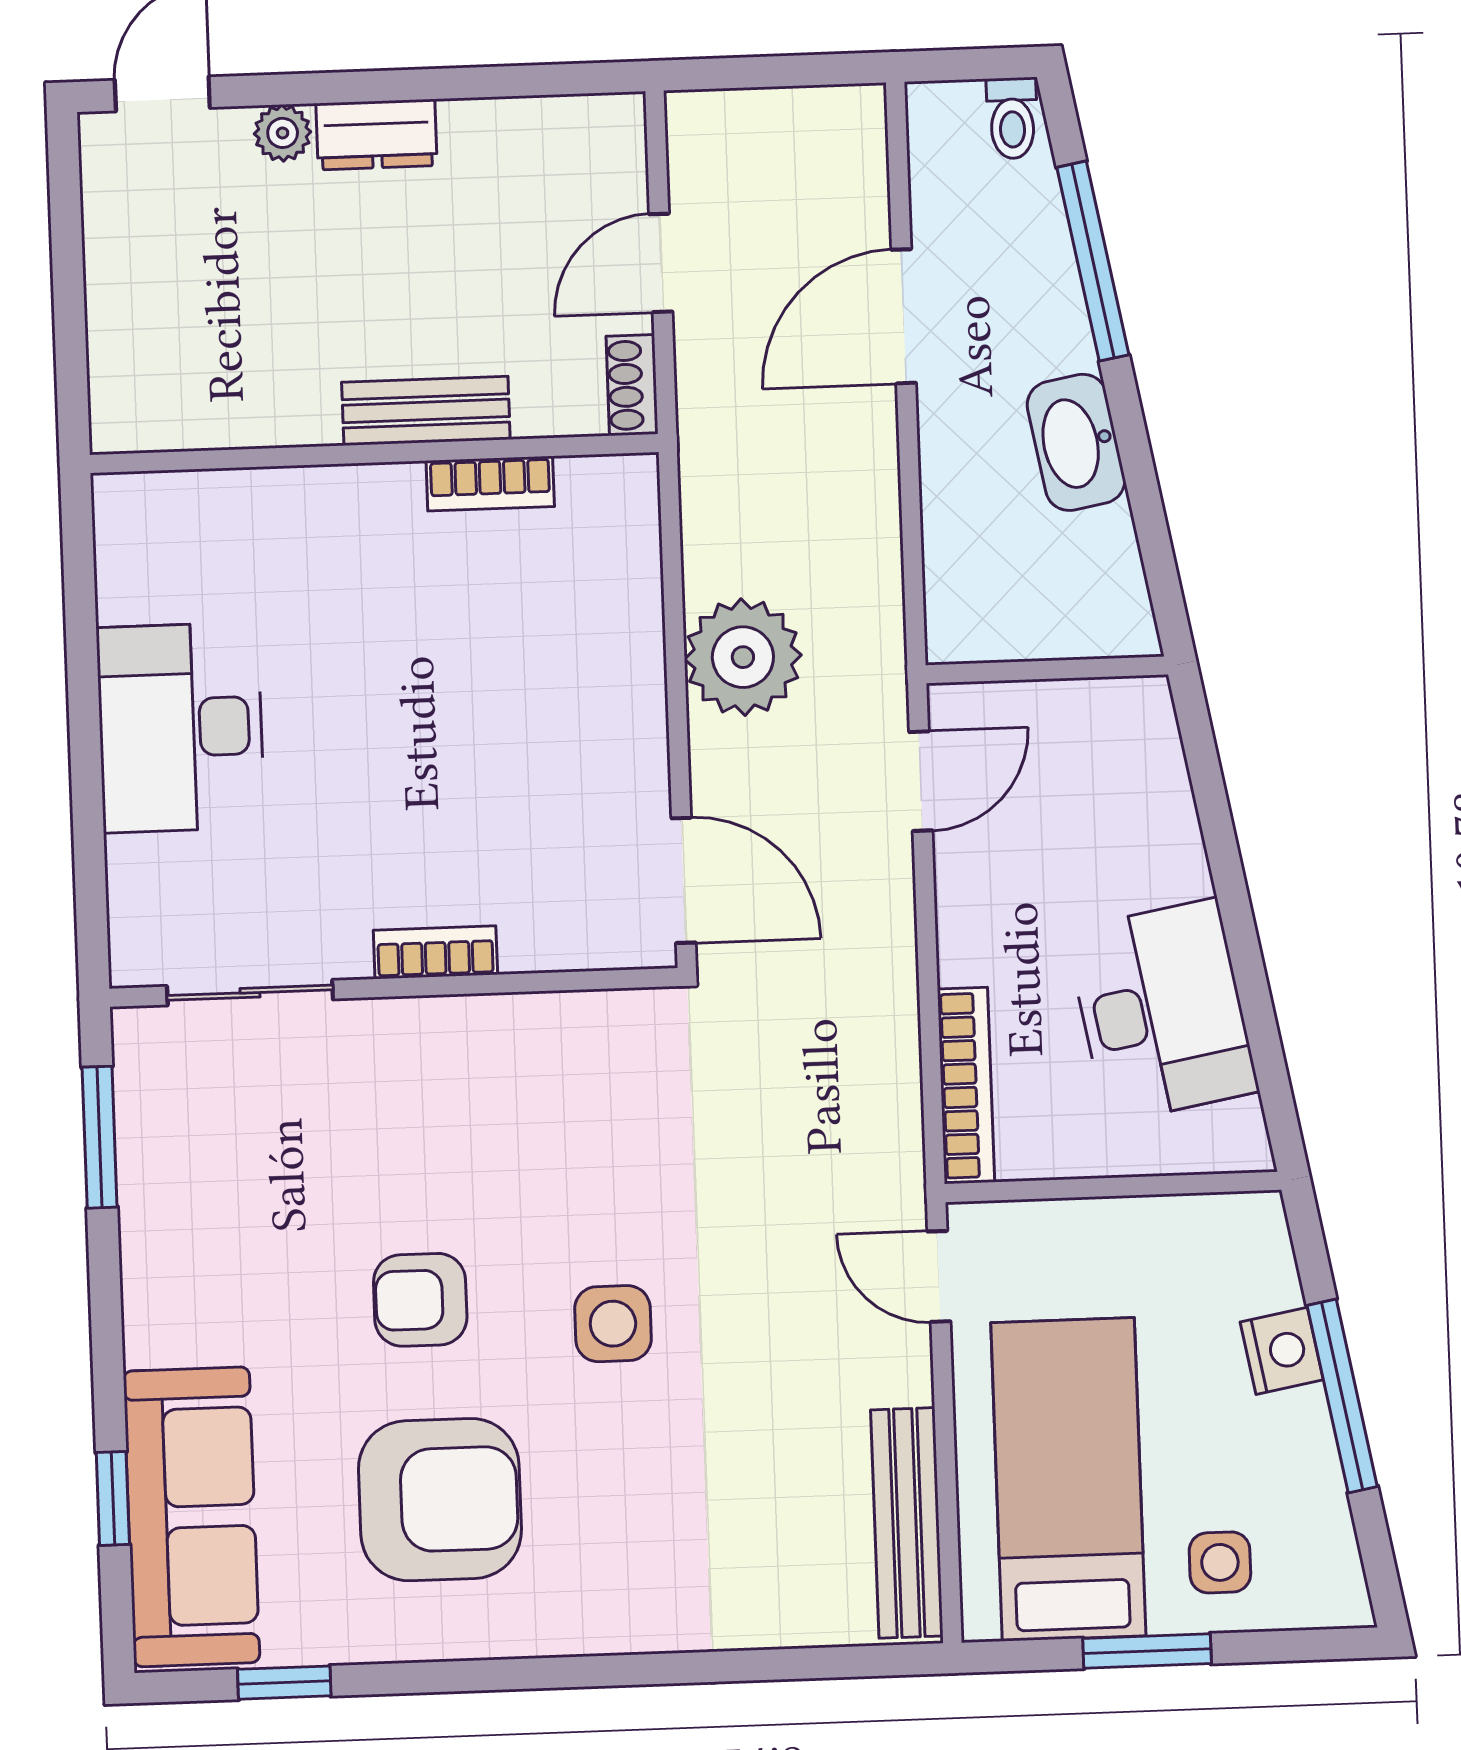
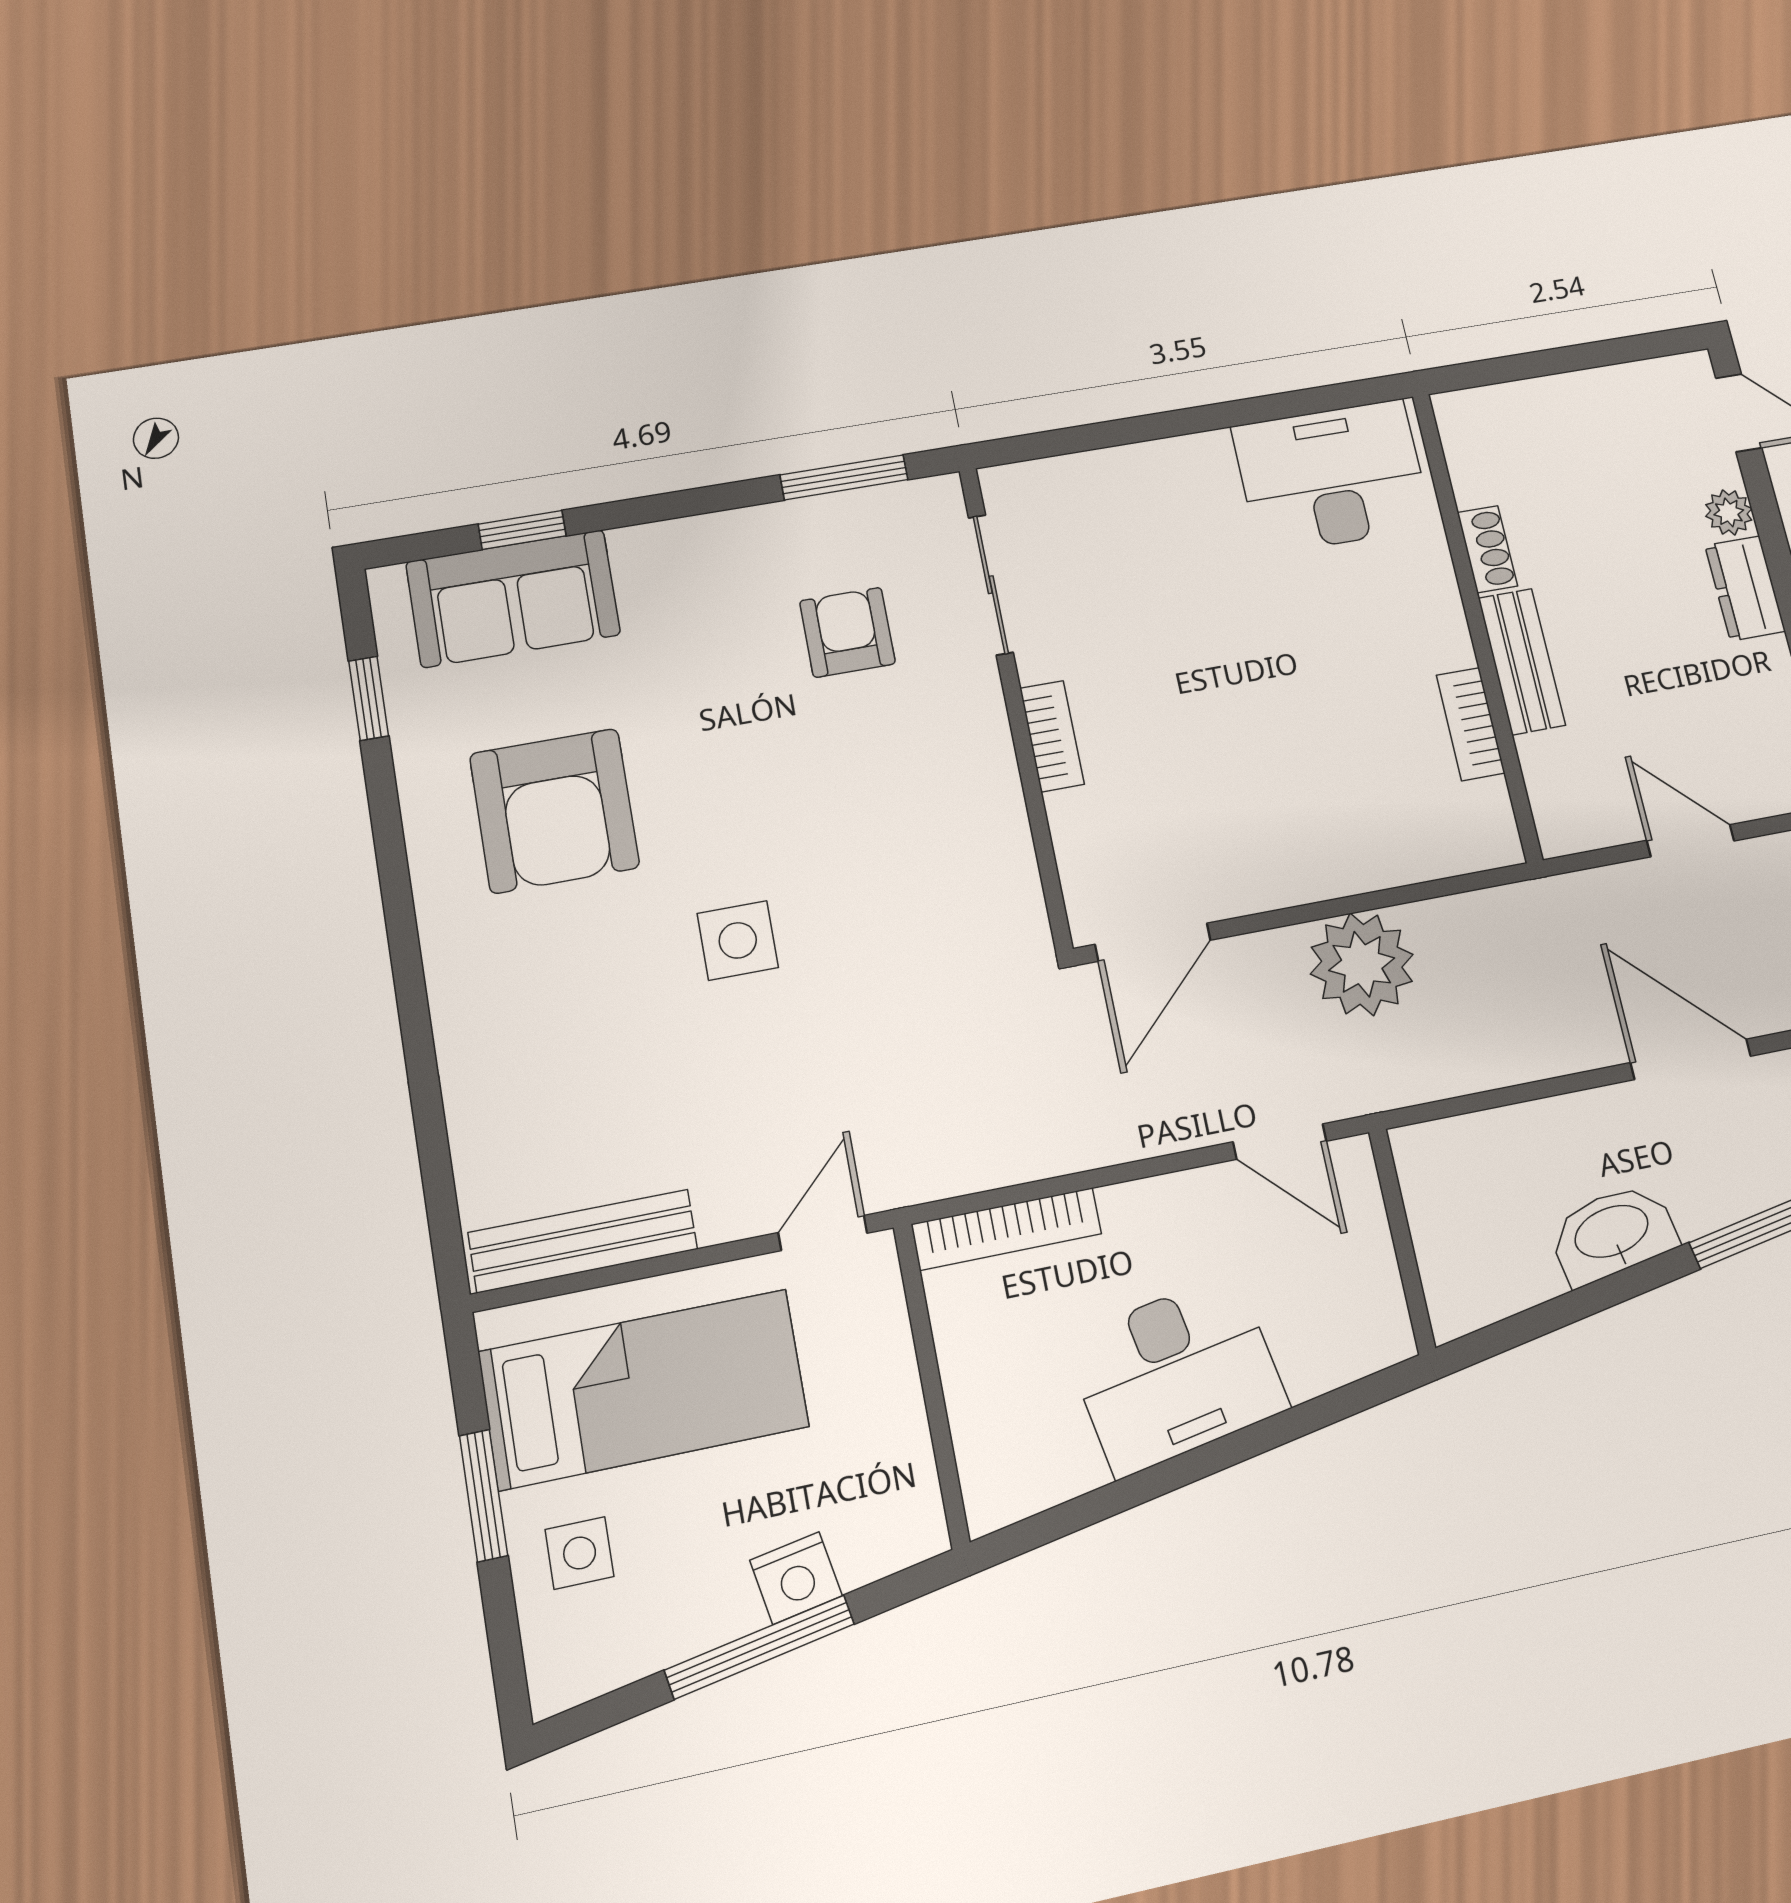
shoe rack: (632, 385) -> (1487, 549), moved, turned 90
desk: (181, 728) -> (1332, 477), moved
desk: (1162, 1011) -> (1176, 1374), moved
armchair: (420, 1300) -> (847, 632), moved
sofa: (192, 1517) -> (513, 598), width x0.73

